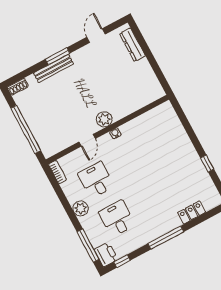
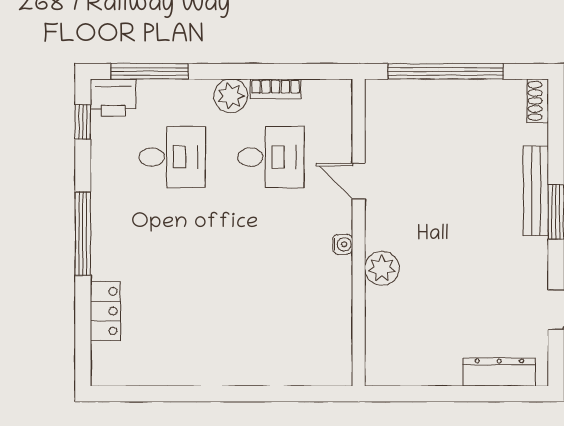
plant: (104, 119) -> (382, 268), moved
window: (207, 164) -> (185, 394), removed
bookcase: (57, 172) -> (275, 89), moved

